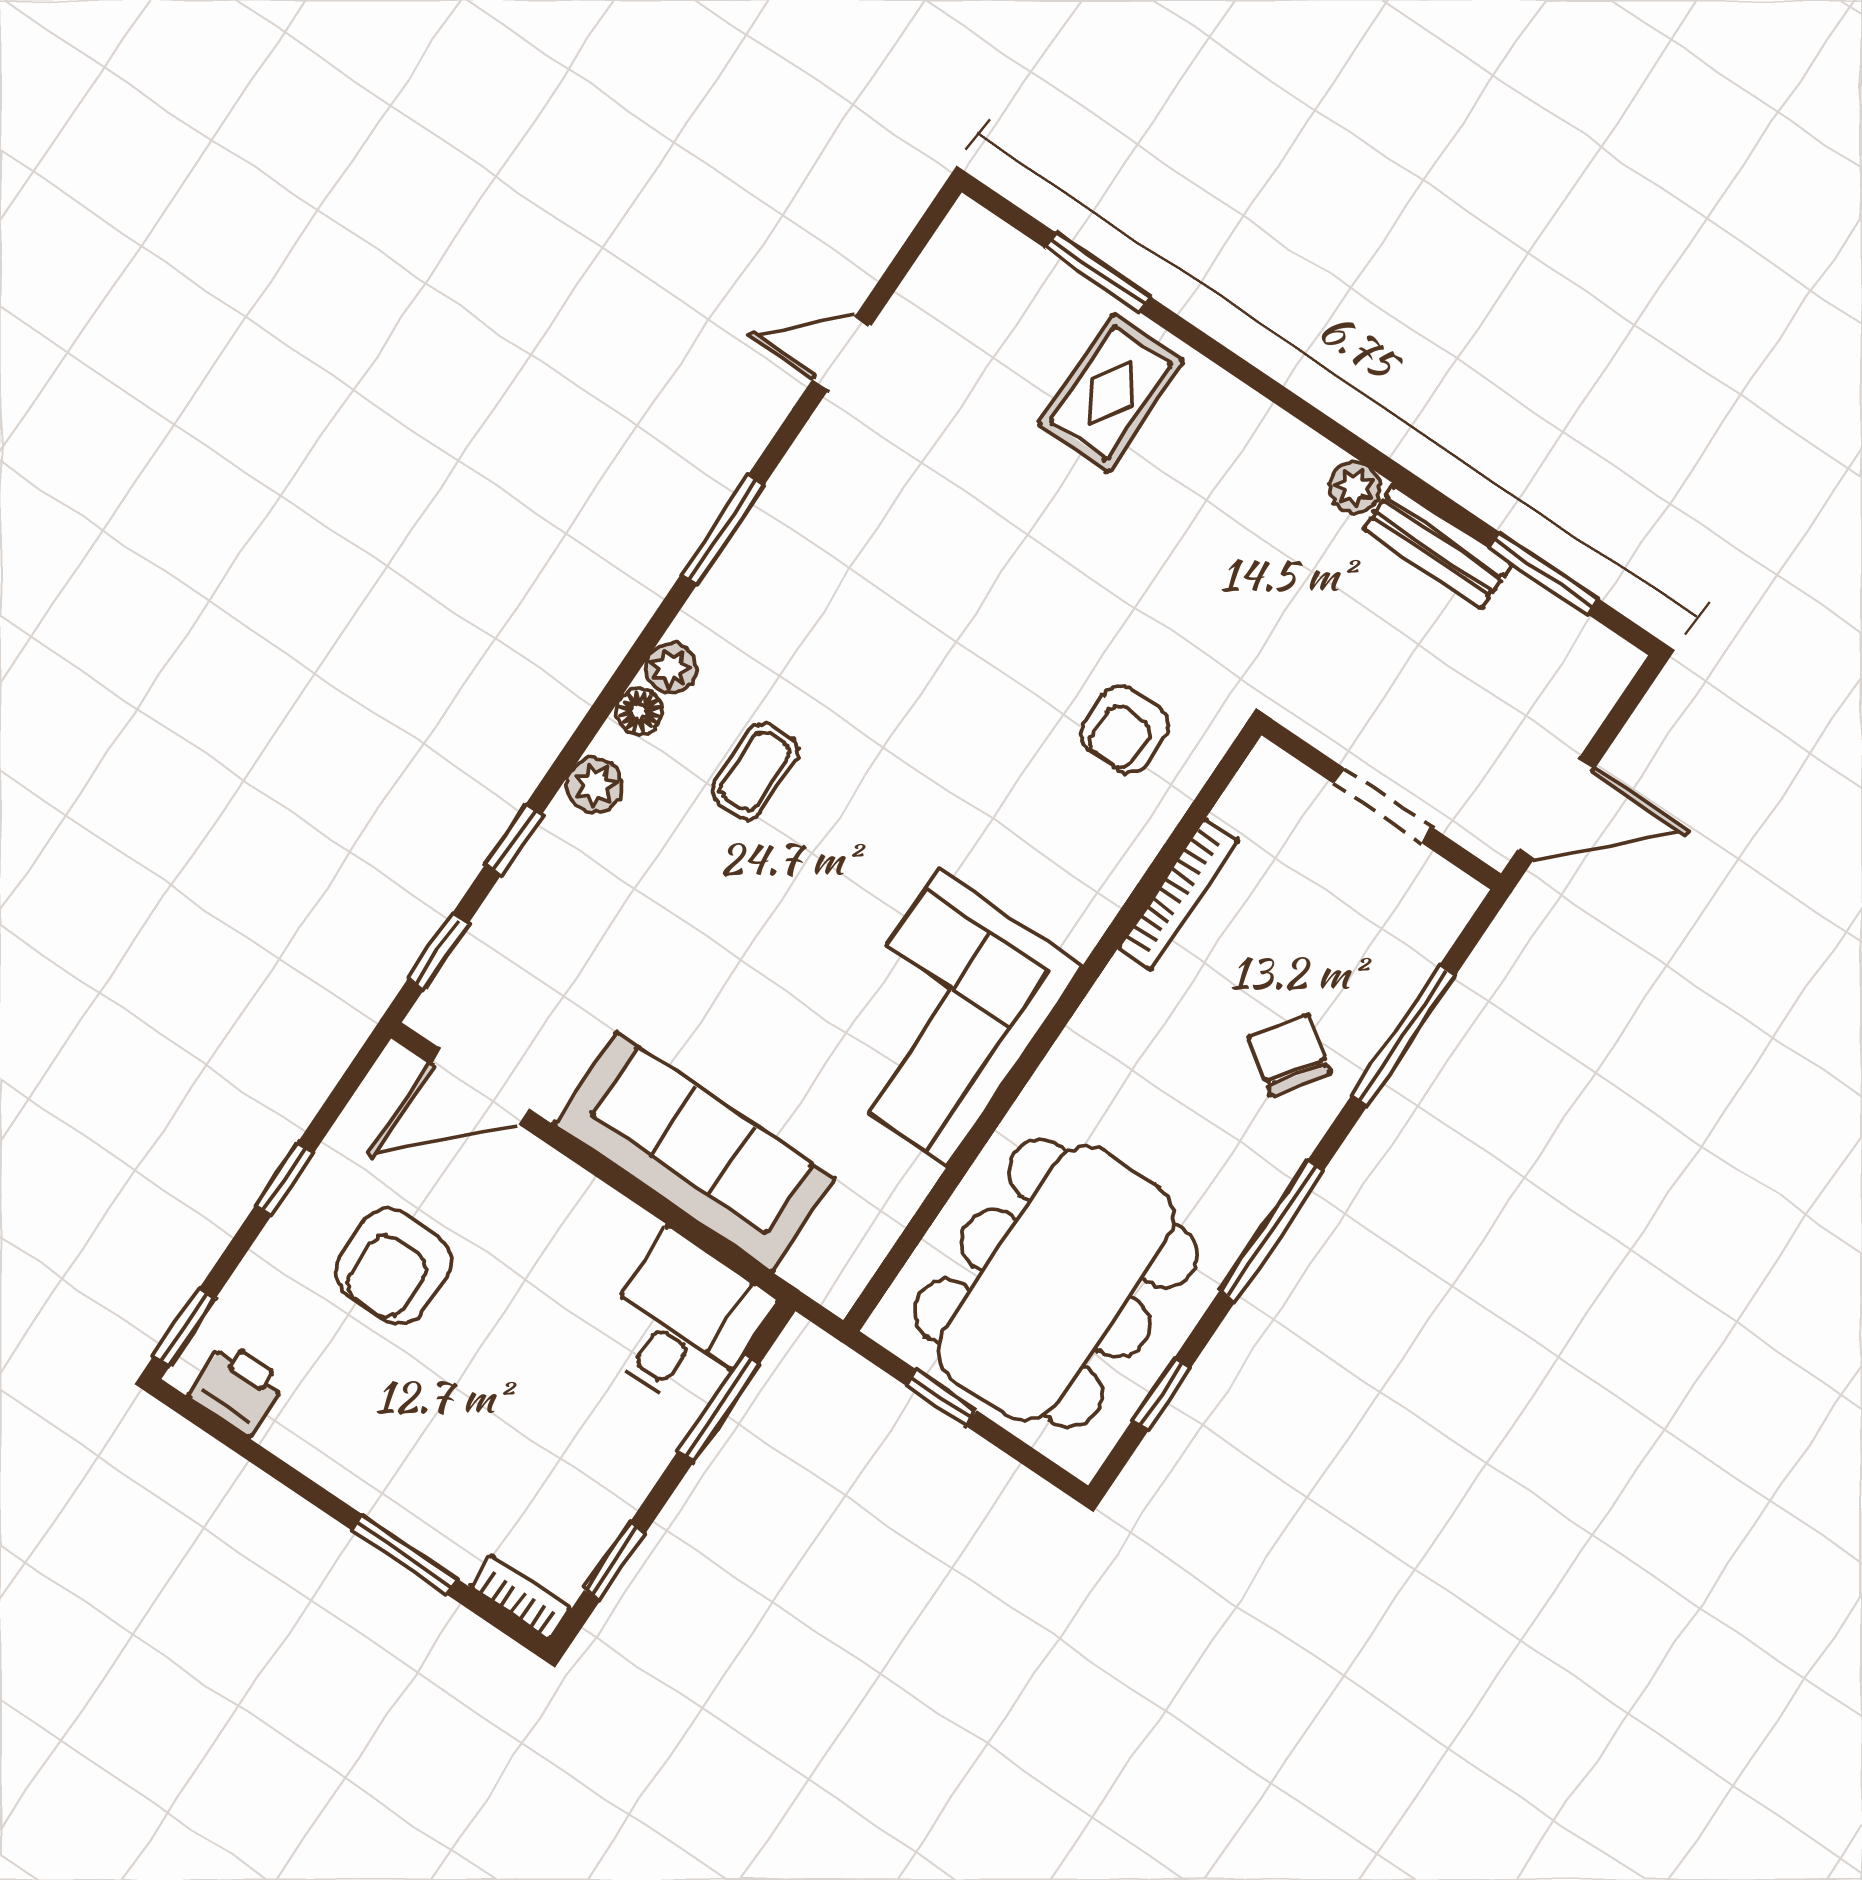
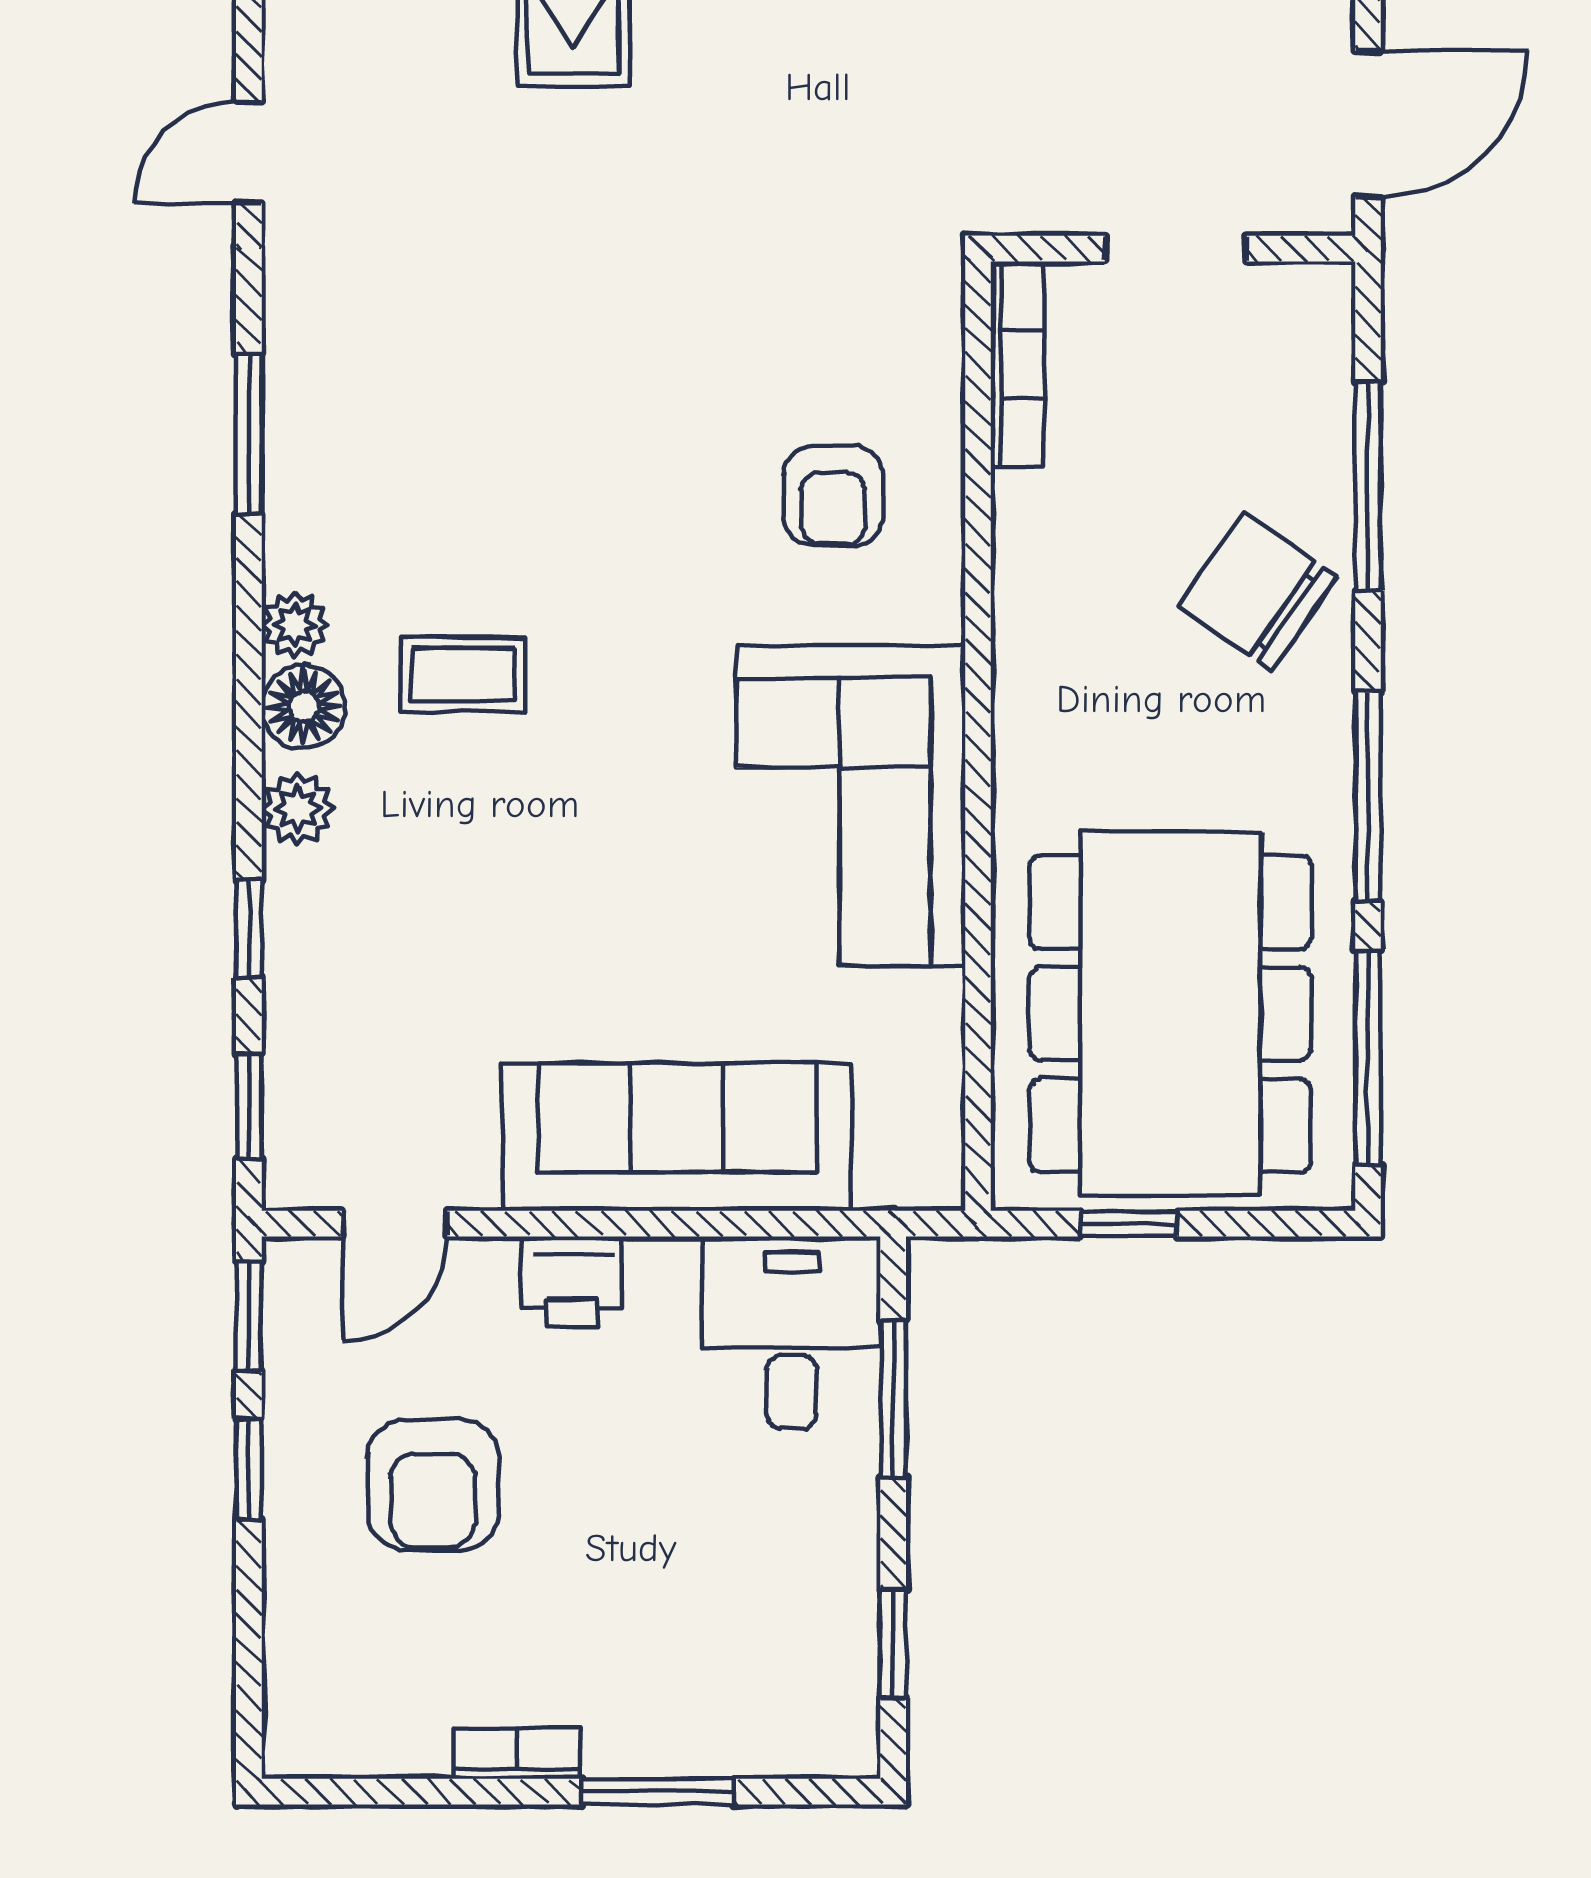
floor lamp: (639, 712) -> (304, 707), width x1.37, depth x1.37
armchair: (1125, 729) -> (833, 496), moved
coffee table: (755, 771) -> (463, 674), turned 90
bookcase: (1178, 894) -> (1017, 364), moved
chair: (1289, 1055) -> (1258, 591), width x1.37, depth x1.37
door: (480, 1087) -> (395, 1224), width x0.73
window: (185, 1327) -> (249, 1316), moved
printer: (238, 1389) -> (572, 1282), moved, turned 180
window: (1161, 1394) -> (1368, 1057), width x2.17
bookcase: (521, 1598) -> (517, 1754), moved

